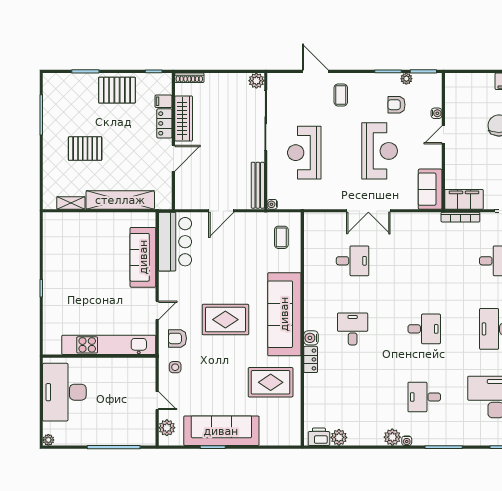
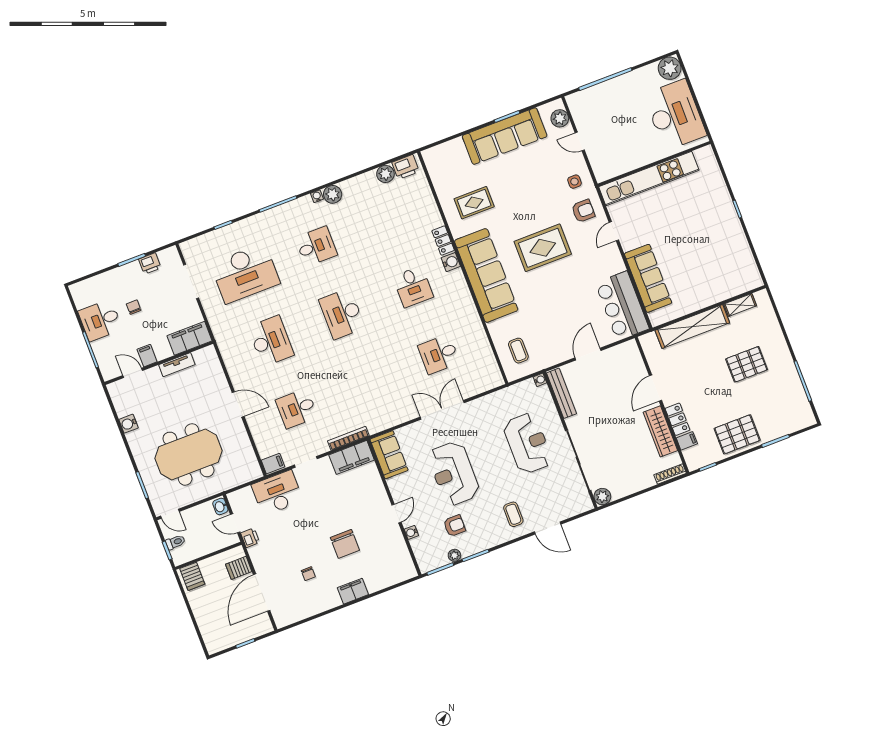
desk: (424, 329) -> (342, 314), width x1.37
rug: (271, 382) -> (474, 203), width x0.73, depth x0.70
plant: (48, 440) -> (670, 68), width x1.88, depth x1.88

